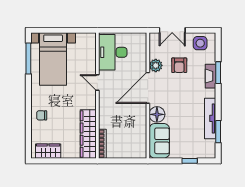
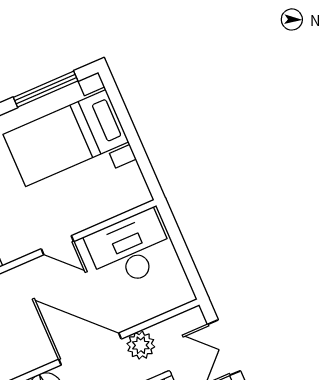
door: (97, 82) -> (58, 245), swing flipped

